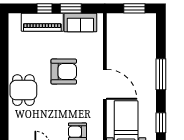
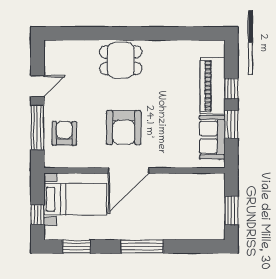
armchair: (64, 72) -> (124, 128), moved

